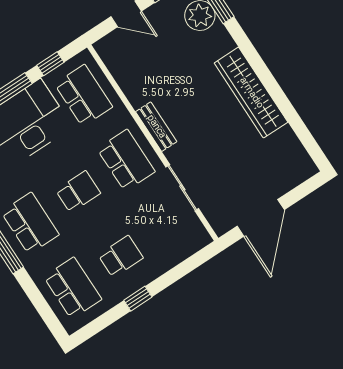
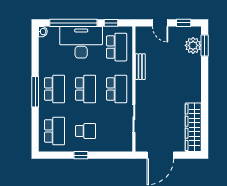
wardrobe: (251, 93) -> (193, 127), moved
bench: (156, 127) -> (140, 67), moved
school desk: (78, 192) -> (86, 89), width x1.85

